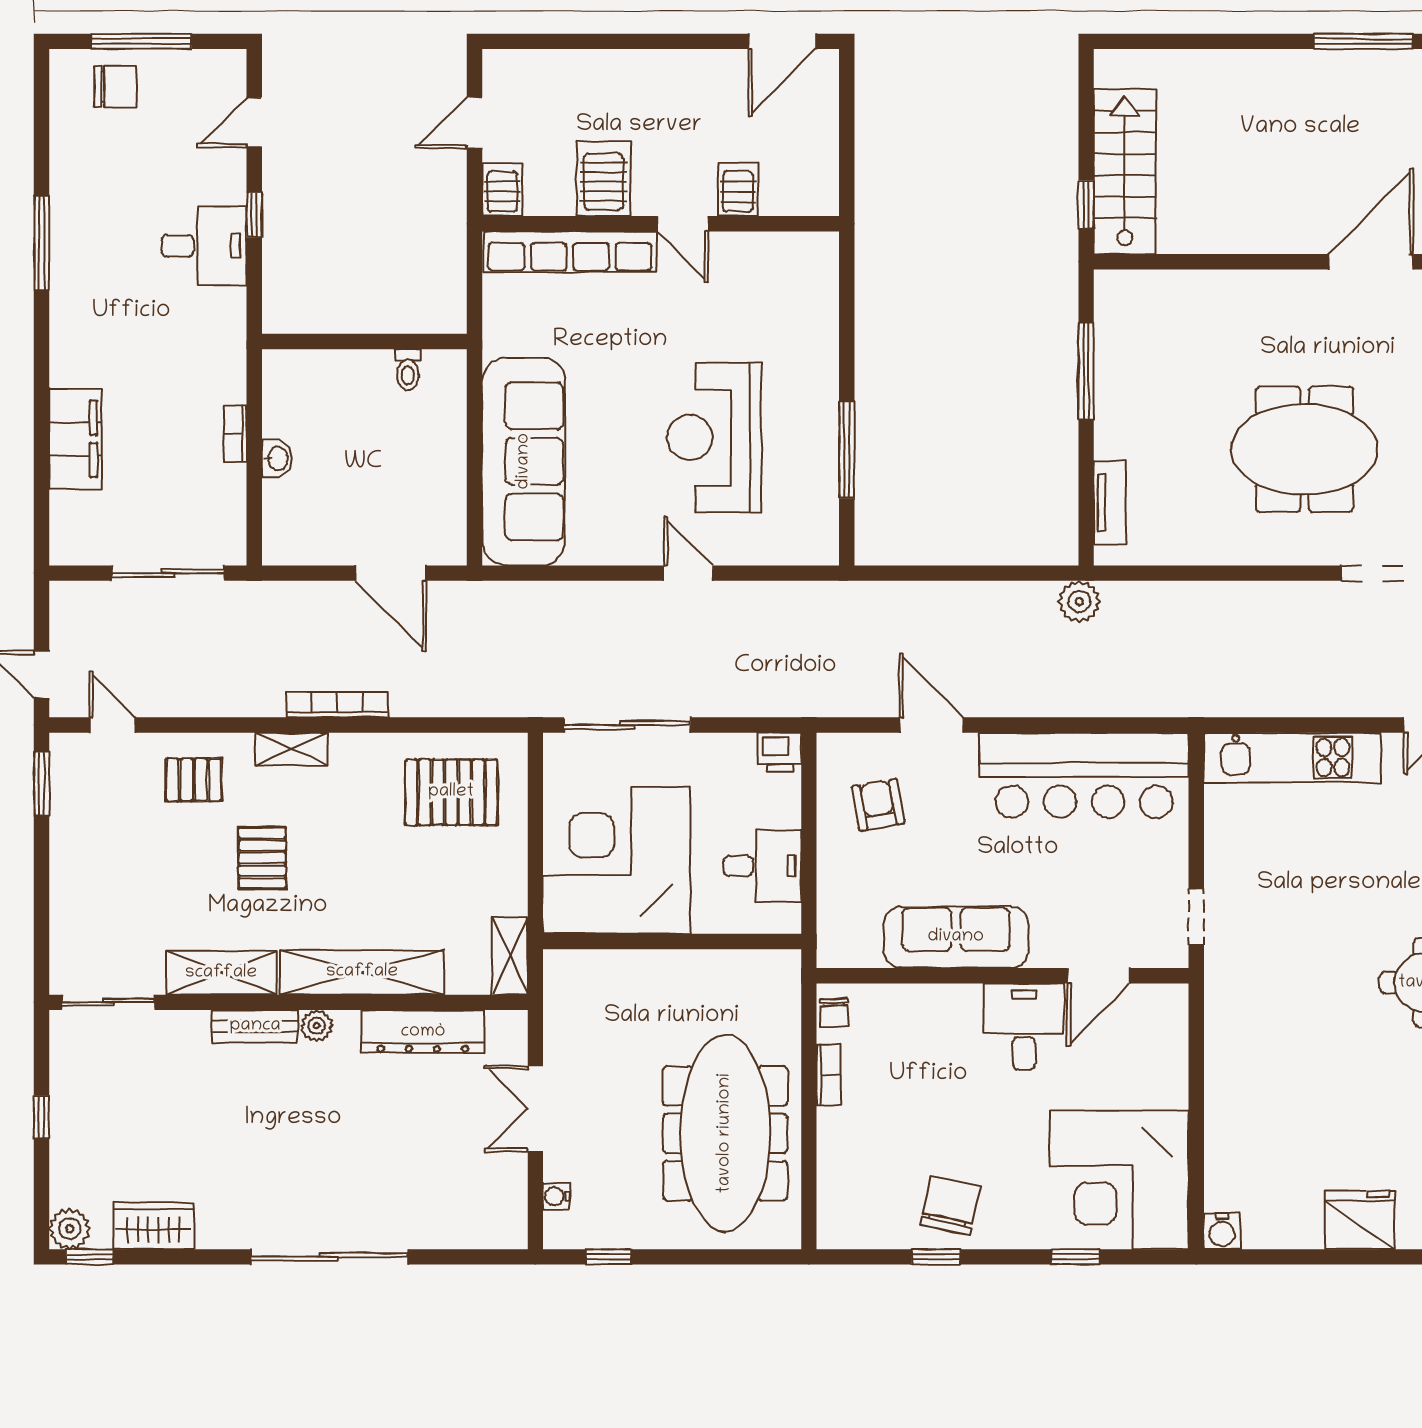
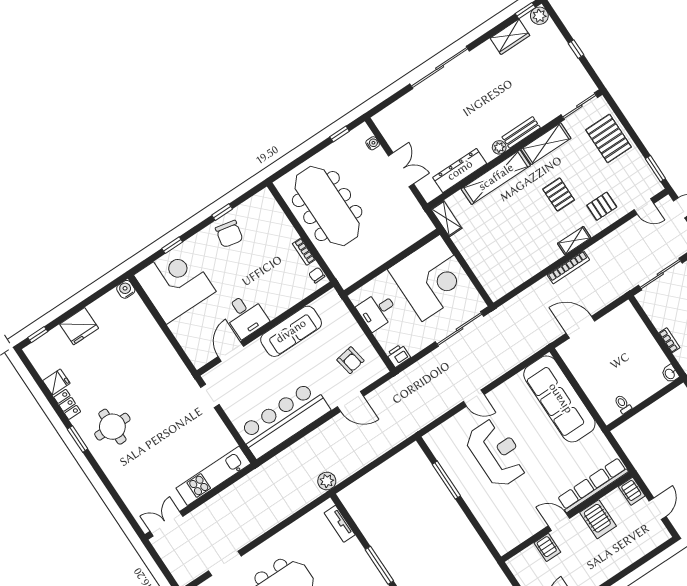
washbasin: (277, 458) -> (670, 374), moved
pallet: (451, 792) -> (609, 138), moved, turned 90

